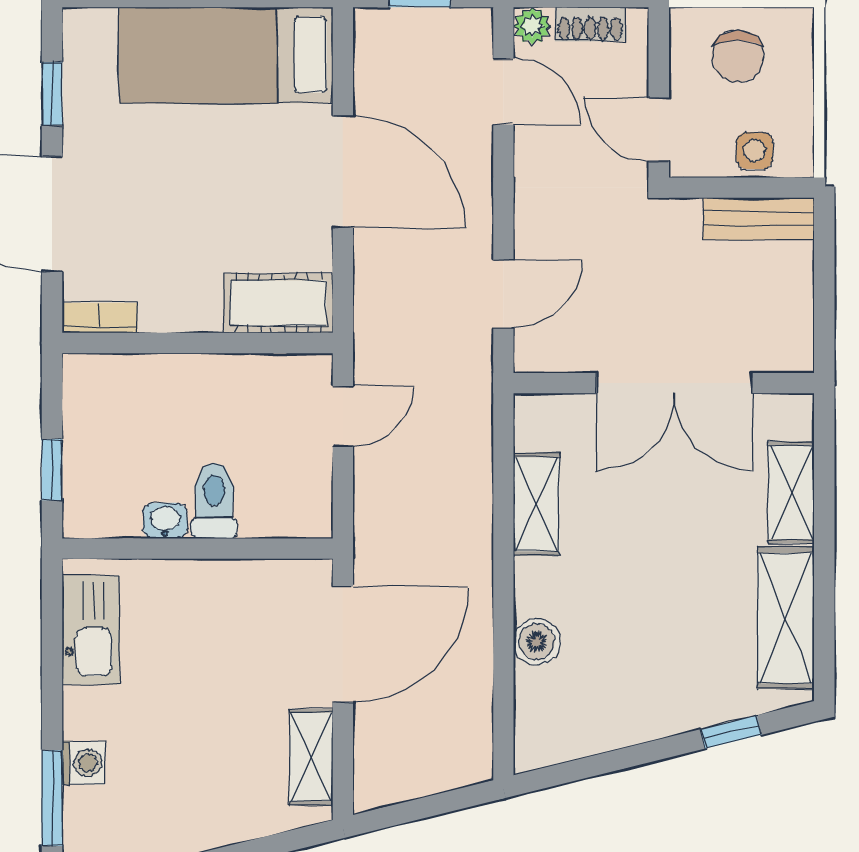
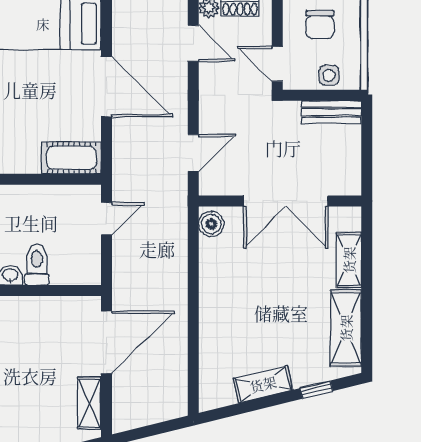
shelving: (536, 504) -> (263, 384), moved, turned 76
boiler: (537, 642) -> (211, 224), moved

